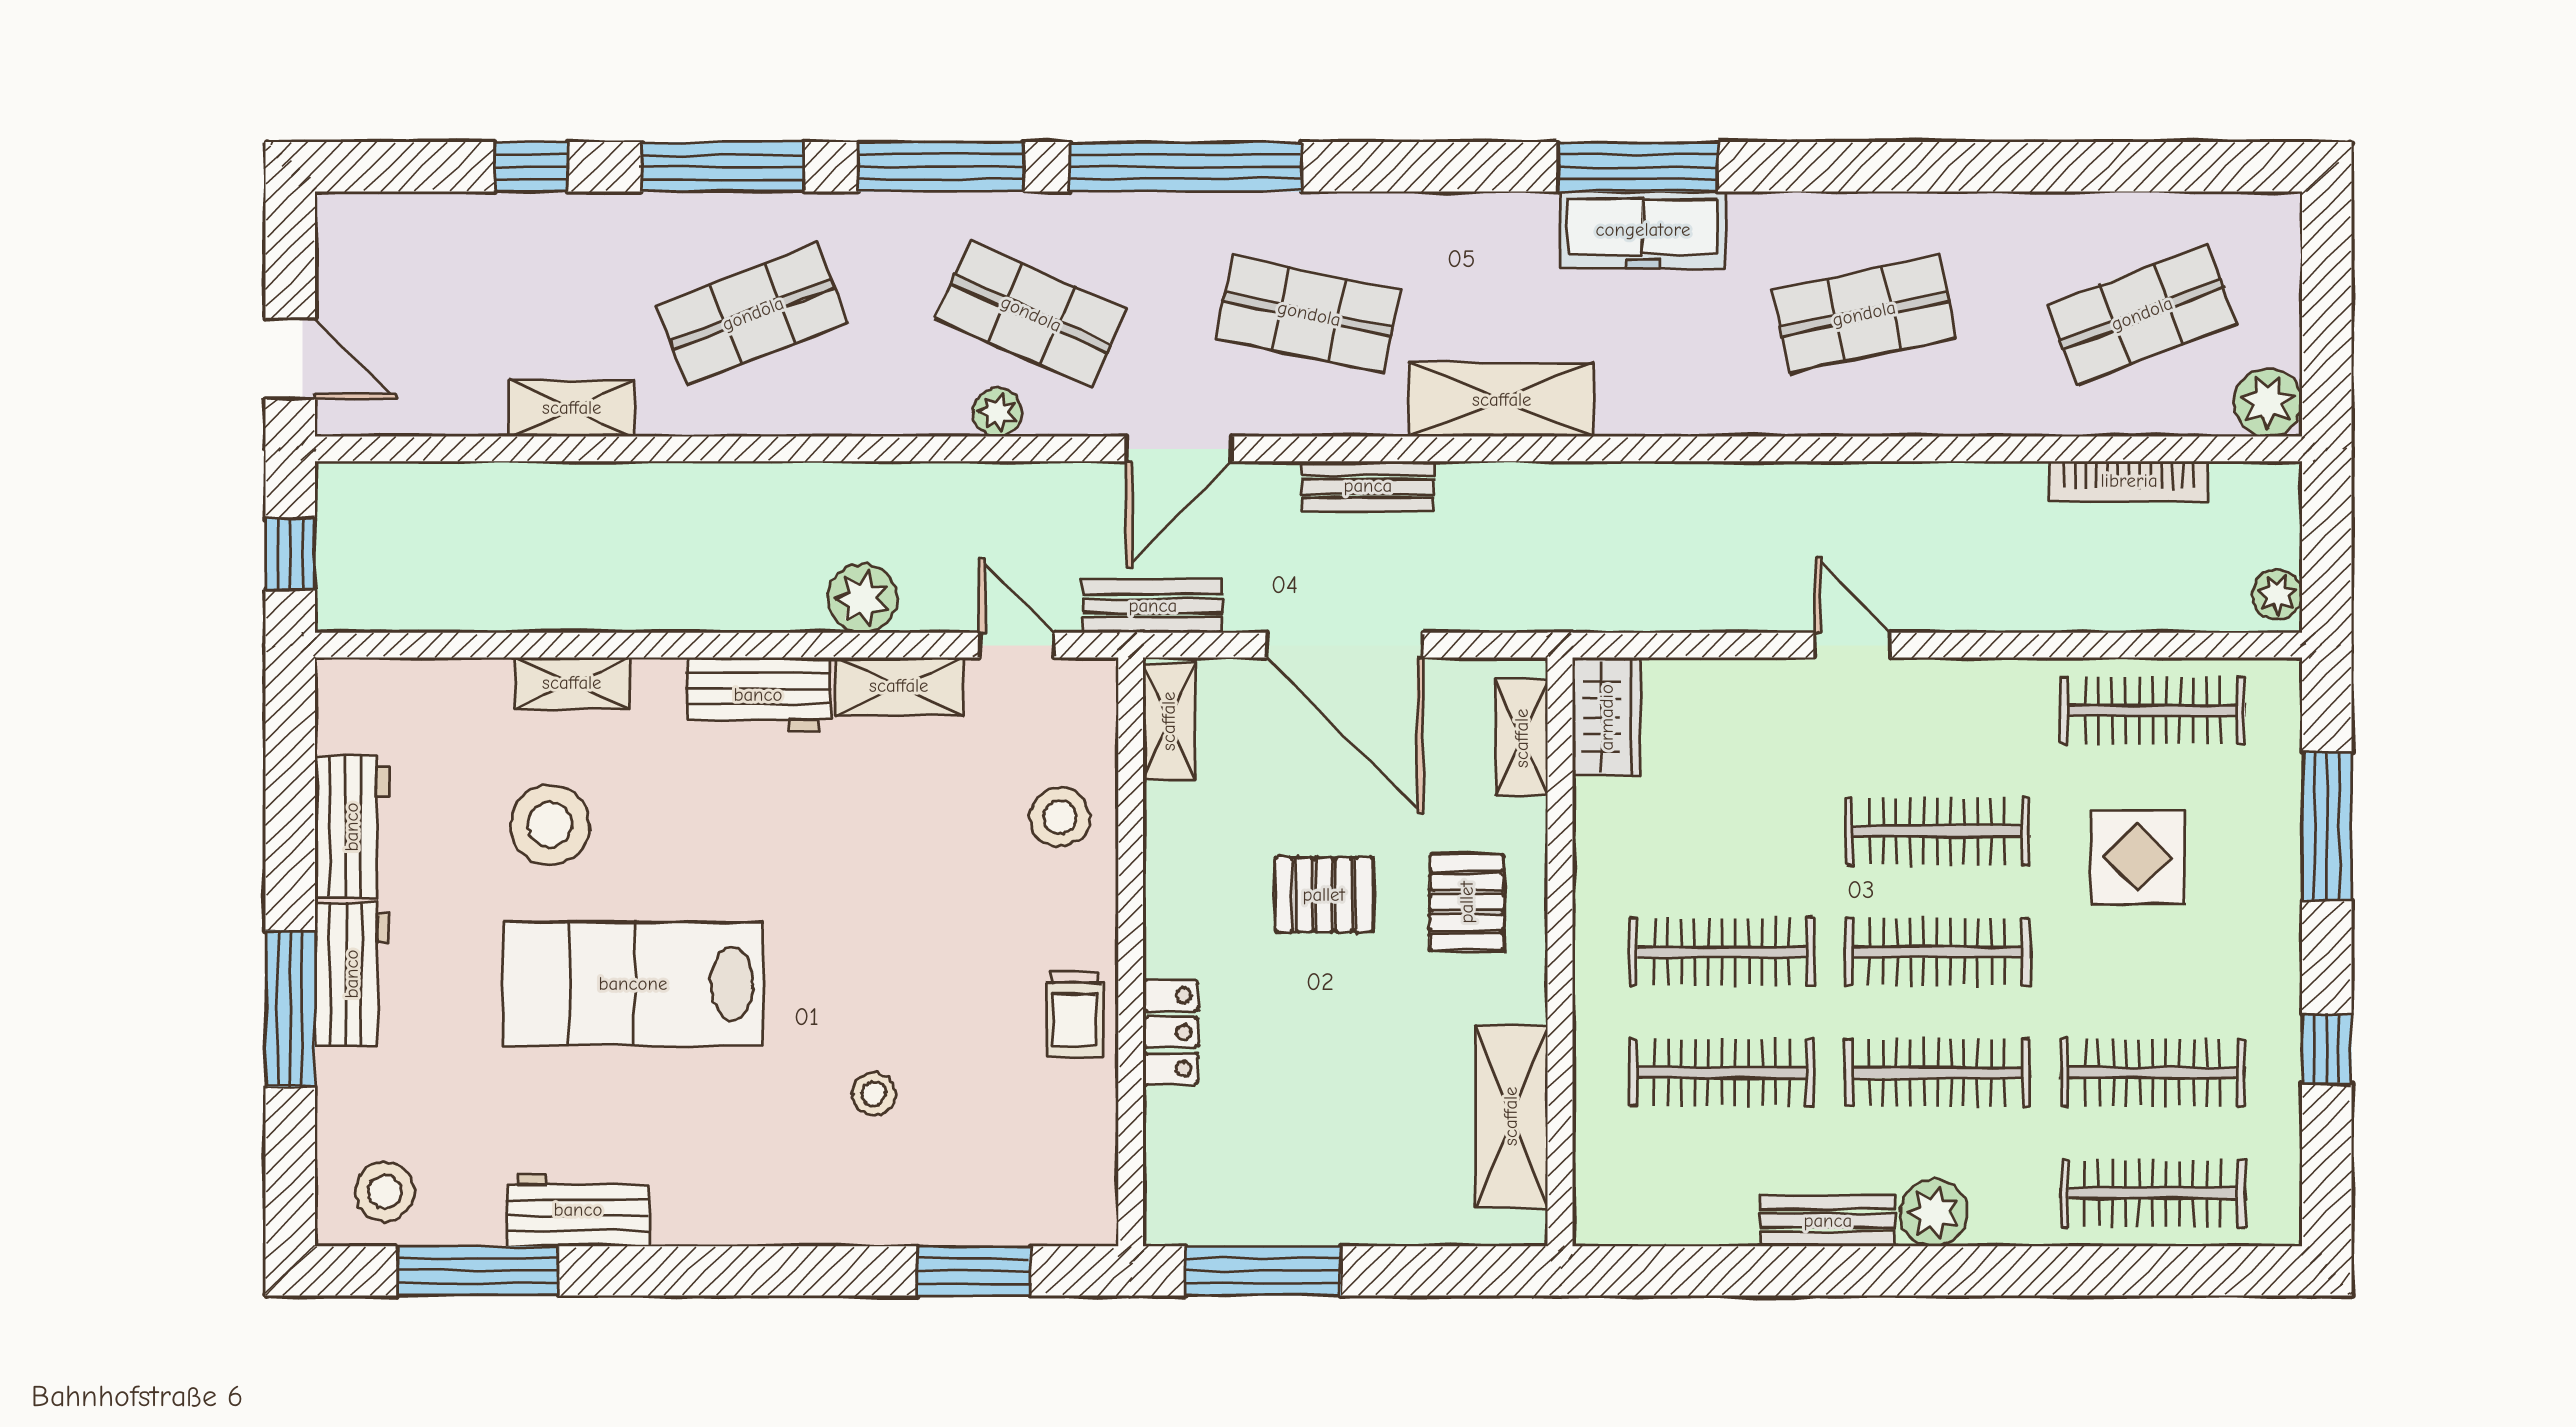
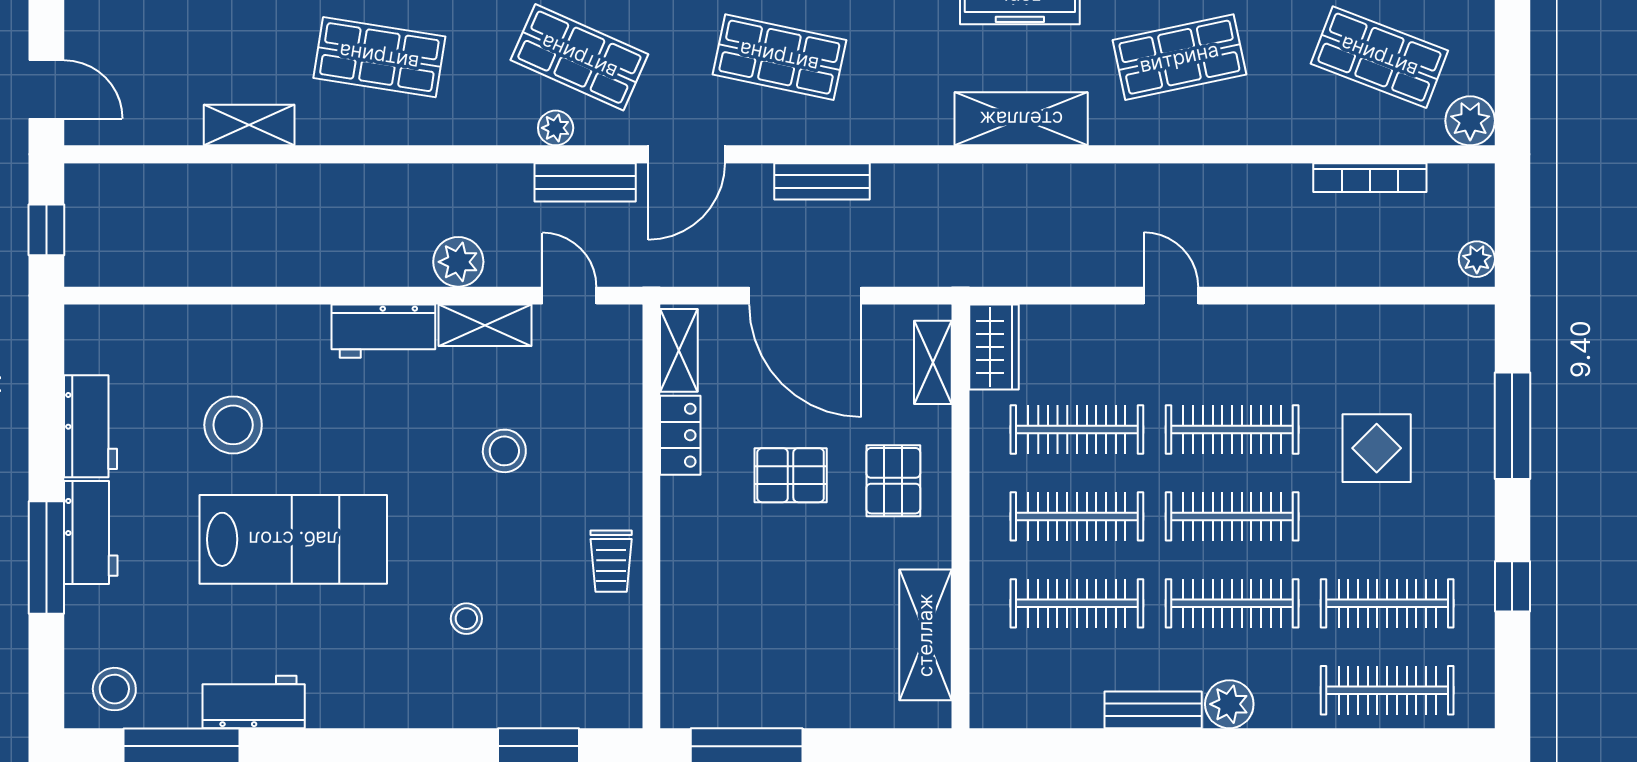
shop shelf: (753, 314) -> (379, 57), turned 30
shop shelf: (2142, 314) -> (1379, 57), turned 42
shelving: (1502, 400) -> (1021, 119), moved
bench: (1153, 606) -> (585, 182), moved
shelving: (572, 683) -> (249, 323), removed
clothes rail: (2153, 710) -> (1077, 429), moved
stool: (1060, 817) -> (504, 451), moved
lab bench: (633, 984) -> (293, 539), turned 180
locker: (1171, 1032) -> (680, 435), moved

